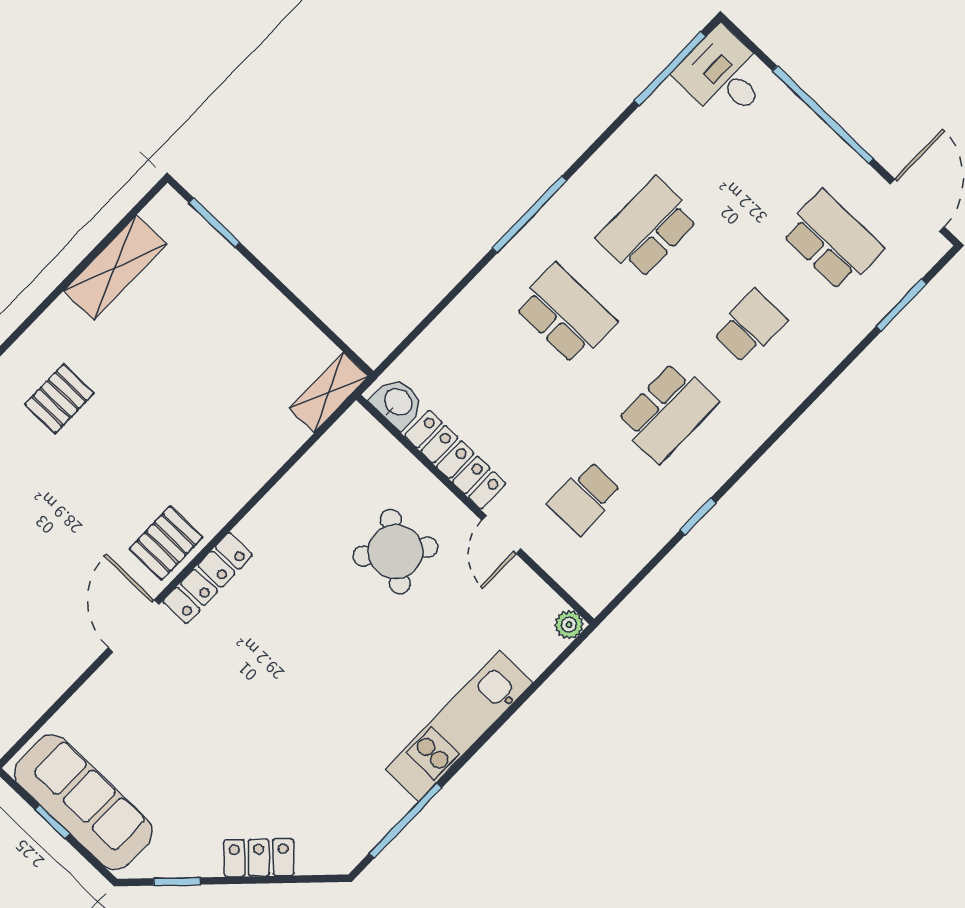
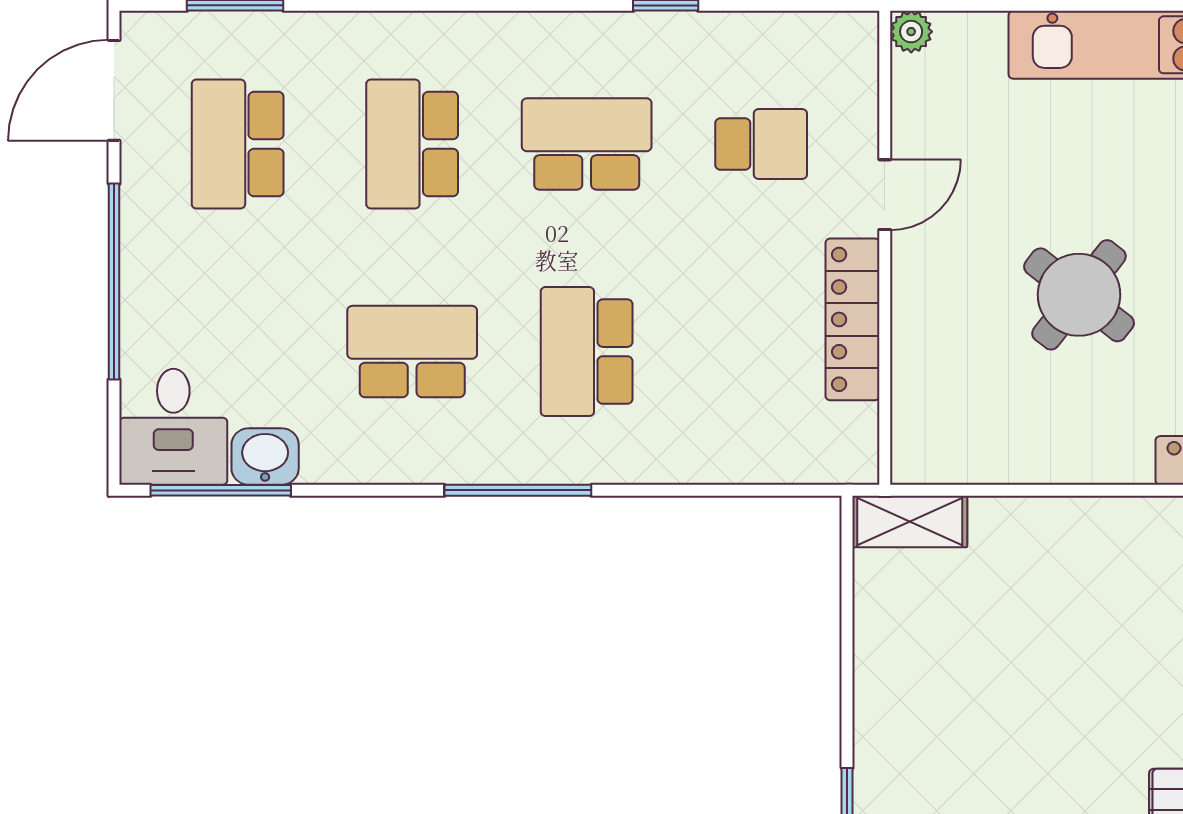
school desk: (648, 228) -> (412, 352), turned 180
school desk: (750, 326) -> (412, 144), width x1.85
washbasin: (398, 403) -> (265, 457), moved, turned 90
round table: (395, 552) -> (1079, 295), moved

